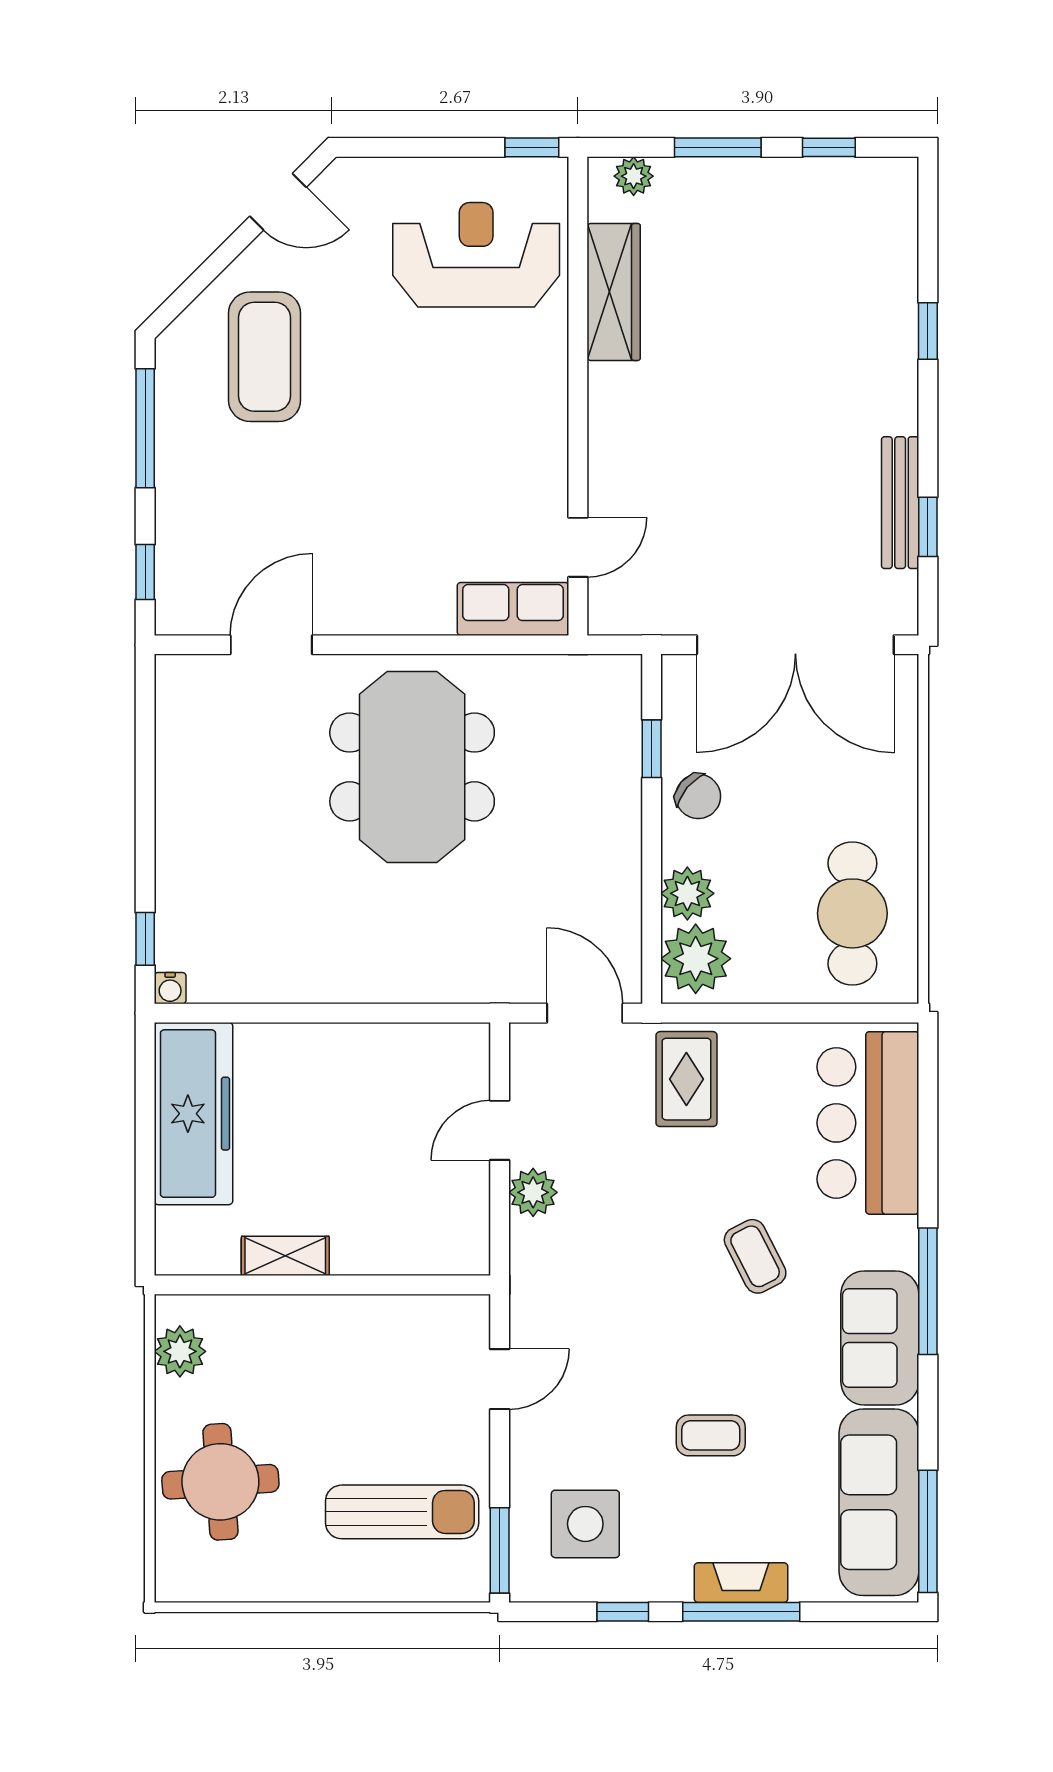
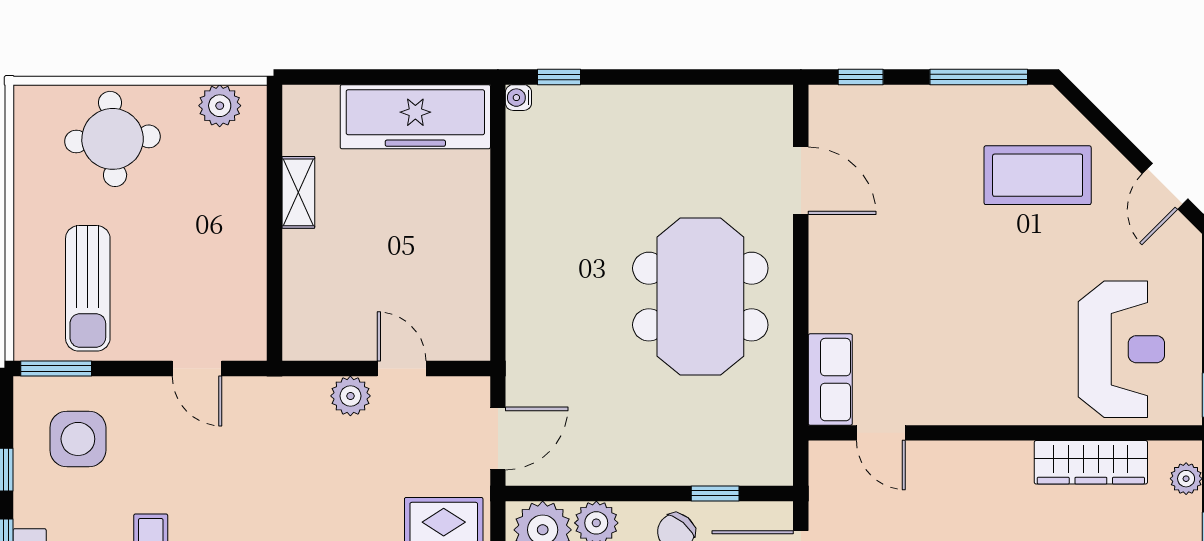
meeting table: (412, 767) -> (700, 297), turned 90

